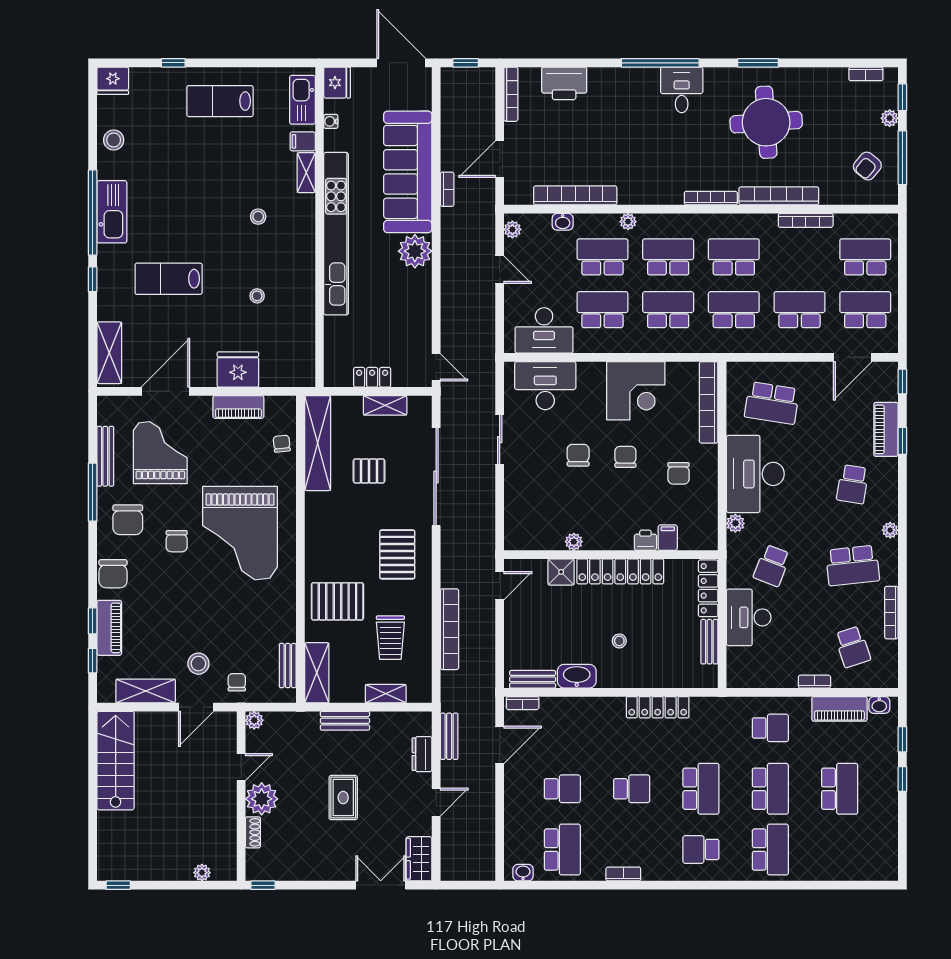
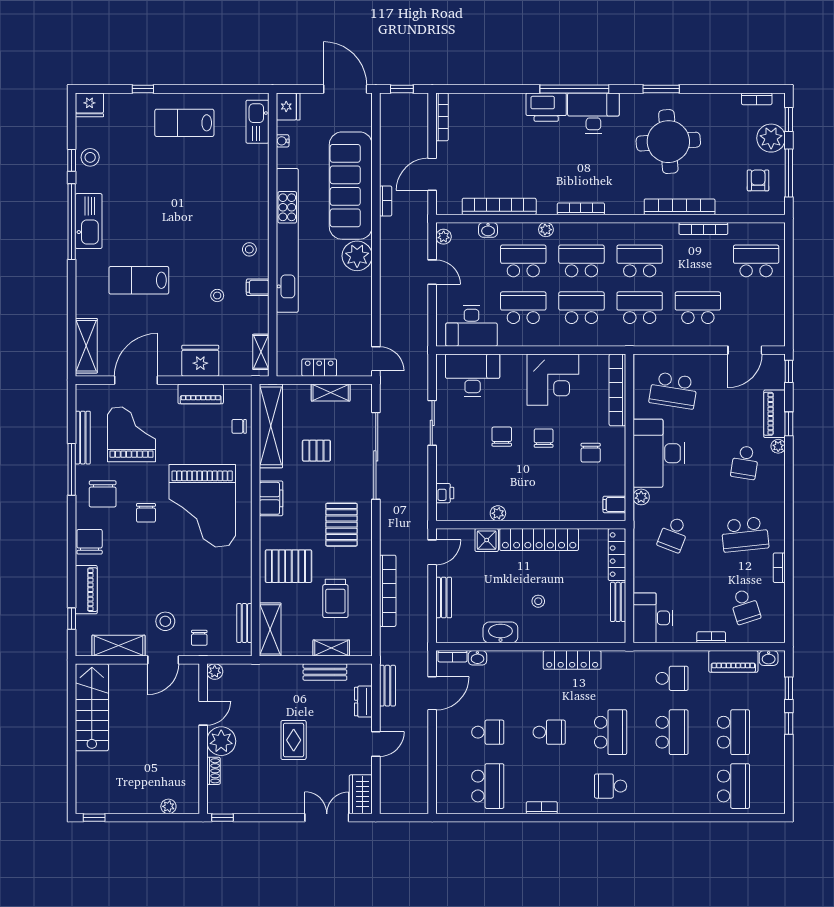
printer: (564, 83) -> (546, 107), moved
desk: (682, 90) -> (593, 113), width x1.37
plant: (890, 118) -> (771, 138), width x1.88, depth x1.88
filing cabinet: (303, 141) -> (258, 287), moved
armchair: (867, 166) -> (758, 180), turned 141
shelving: (306, 173) -> (261, 352), moved
bookcase: (711, 198) -> (581, 209), moved
stool: (258, 217) -> (249, 249), moved
window: (93, 279) -> (72, 160), moved
school desk: (865, 310) -> (756, 308), removed
chair: (282, 444) -> (239, 426), turned -84
filing cabinet: (318, 525) -> (271, 498), added
plant: (890, 530) -> (778, 446), moved
filing cabinet: (668, 538) -> (614, 504), moved, turned -90
printer: (645, 540) -> (445, 493), moved, turned 90
chair: (113, 574) -> (90, 542), turned 180
bookcase: (891, 613) -> (779, 568), width x0.64
desk: (749, 617) -> (653, 618), moved
window: (93, 621) -> (72, 583), removed
bench: (533, 679) -> (444, 598), moved, turned 90
chair: (237, 682) -> (199, 638), turned 180
bench: (345, 721) -> (325, 672), moved
school desk: (770, 850) -> (733, 786), moved
washbasin: (523, 873) -> (477, 658), moved, turned 180

